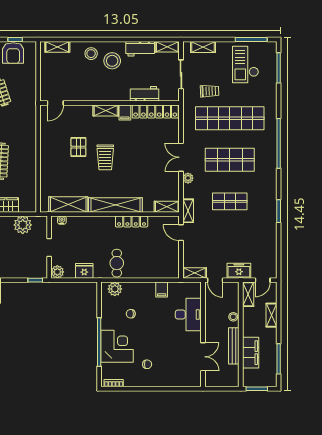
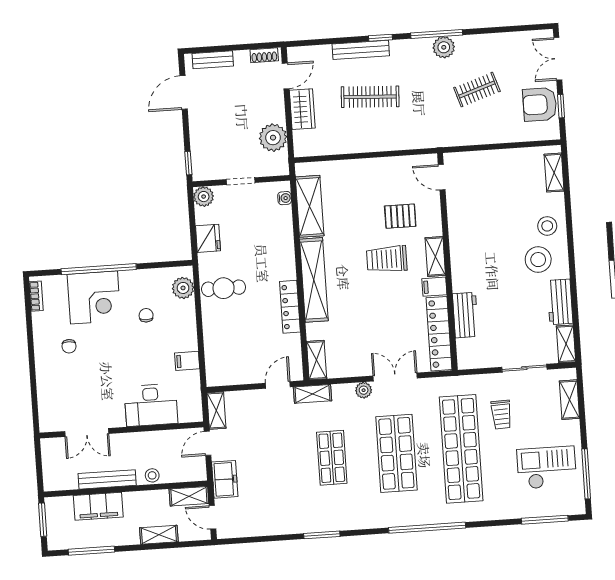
workbench: (144, 94) -> (465, 315), moved
door: (55, 103) -> (442, 177), moved
wall: (110, 103) -> (447, 262), moved
shelving: (106, 110) -> (435, 257), moved
filing cabinet: (125, 112) -> (434, 287), moved
locker: (155, 112) -> (439, 334), moved

